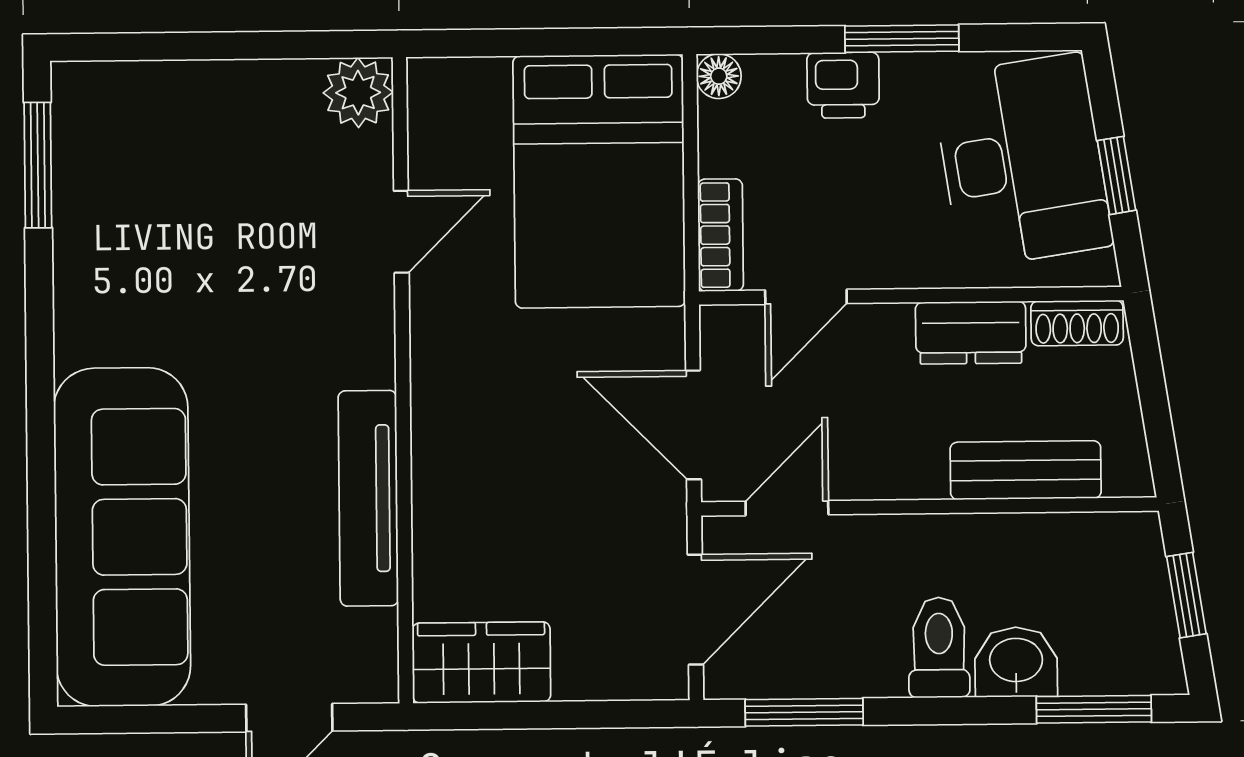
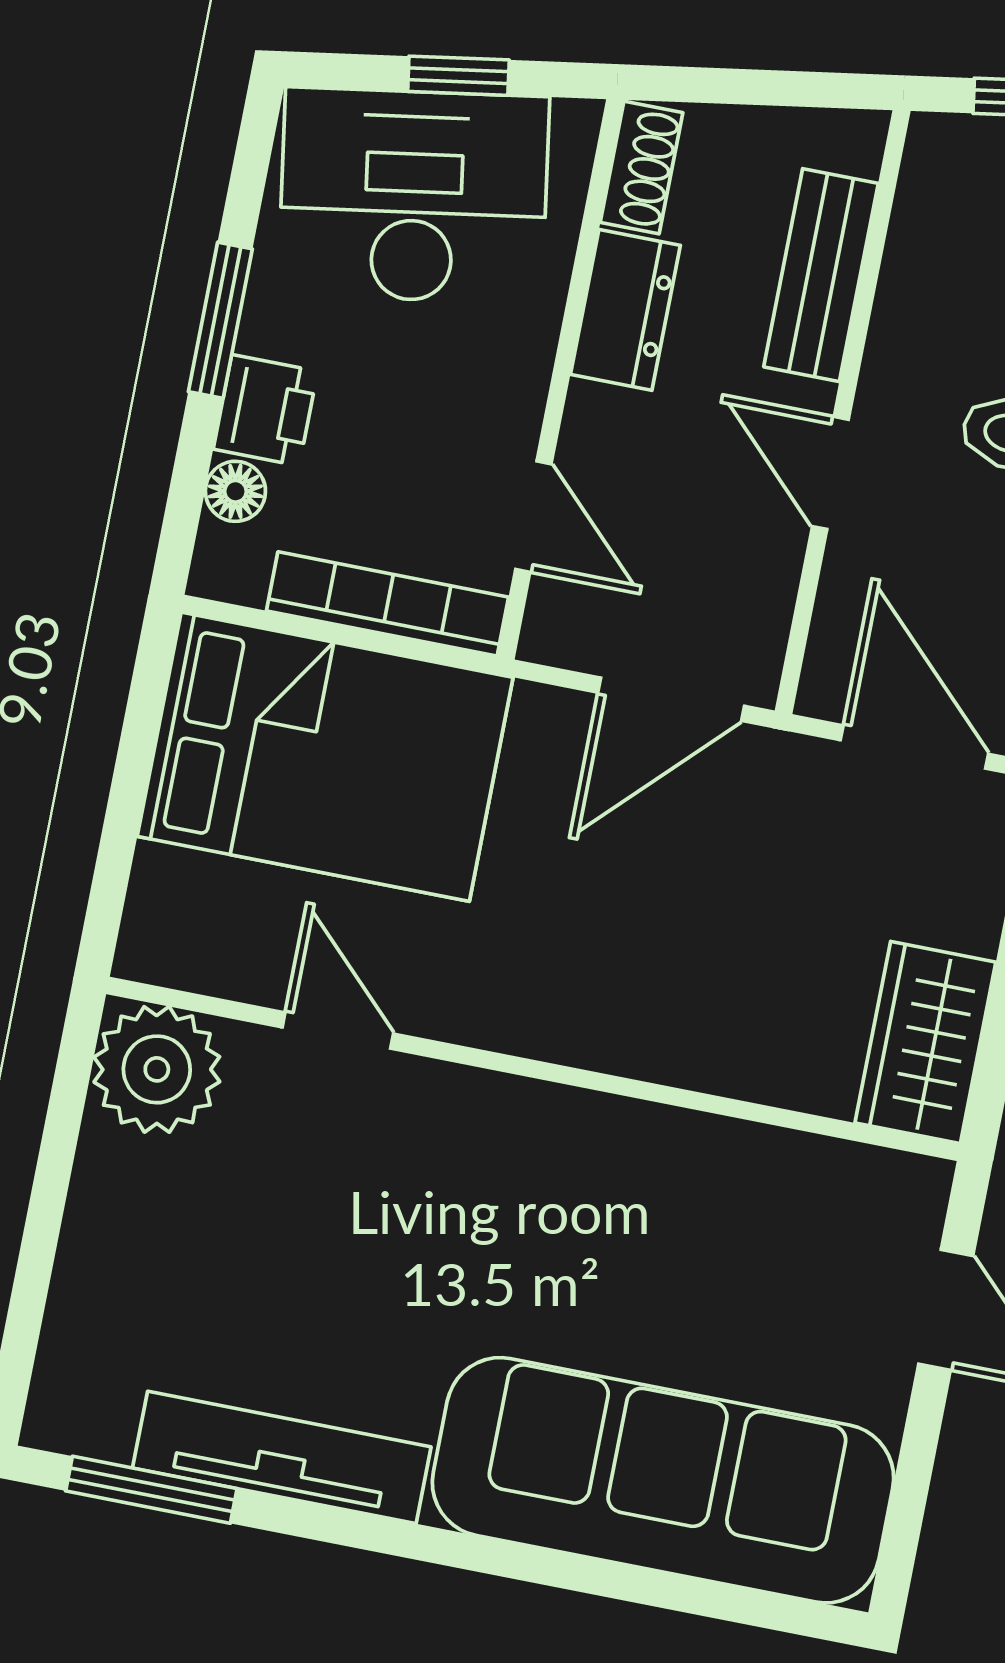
floor lamp: (719, 76) -> (235, 491), moved
plant: (358, 93) -> (157, 1069), width x1.36, depth x1.36
bookcase: (720, 235) -> (387, 604), width x1.56
tv unit: (368, 498) -> (282, 1457), moved, turned 180
door: (787, 508) -> (830, 473), moved

